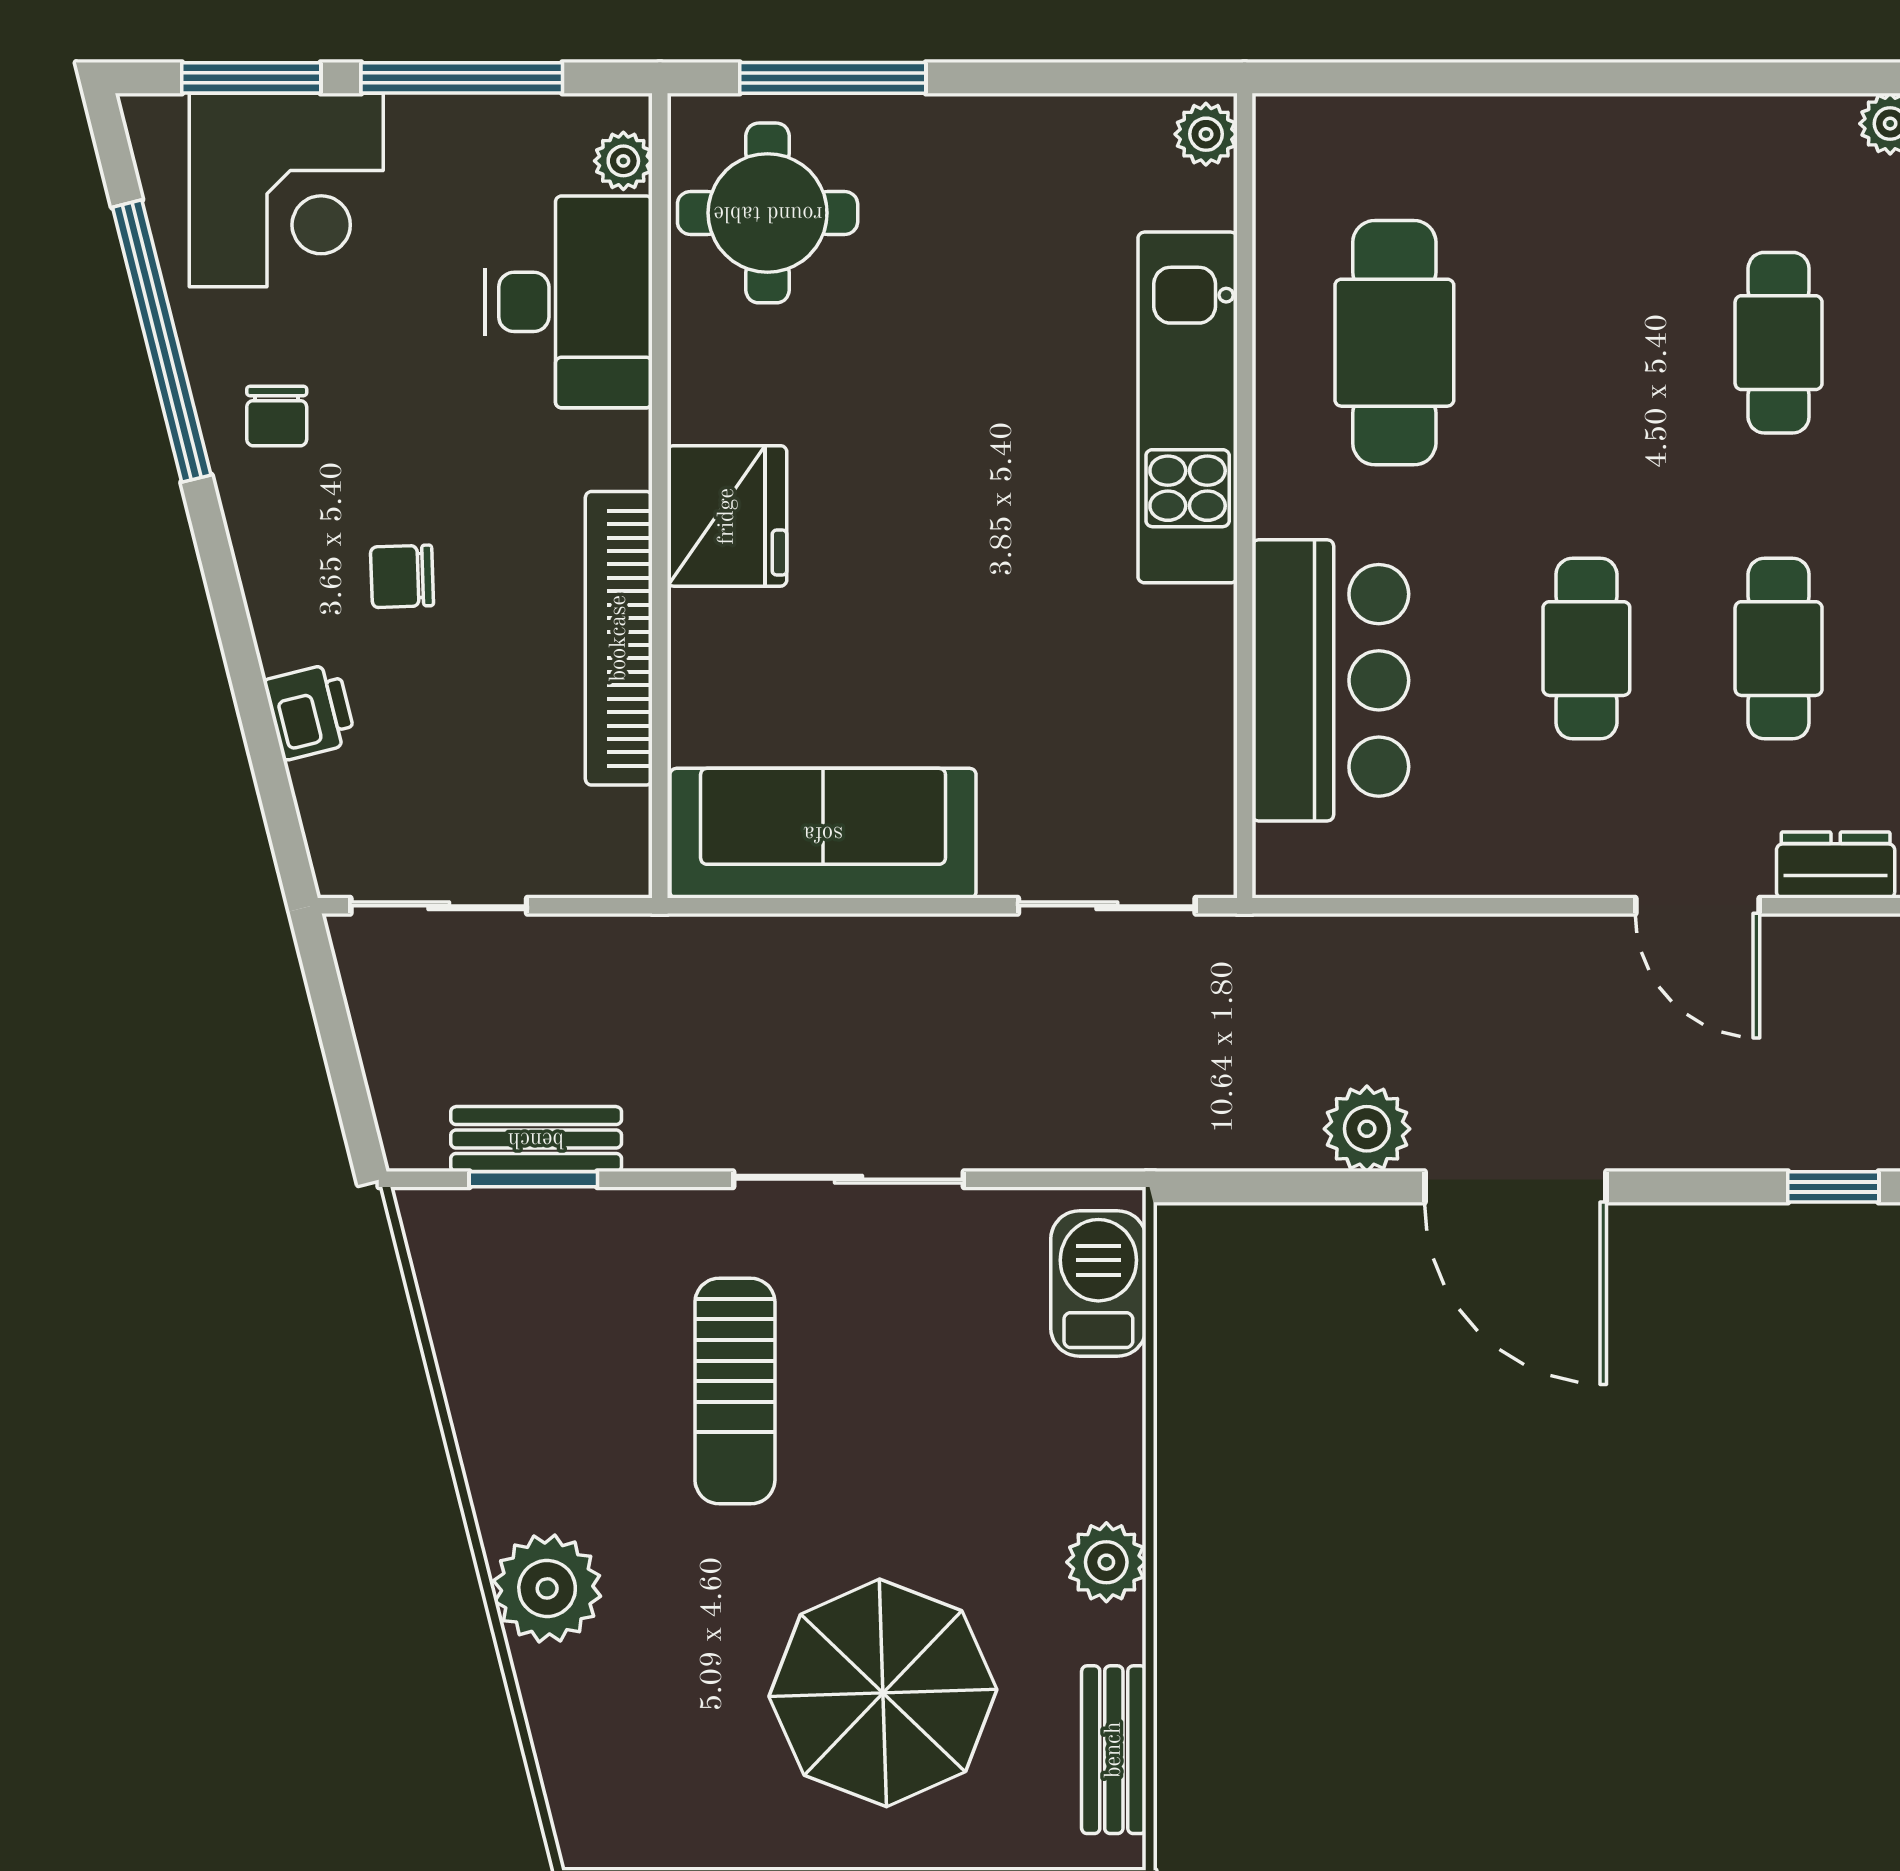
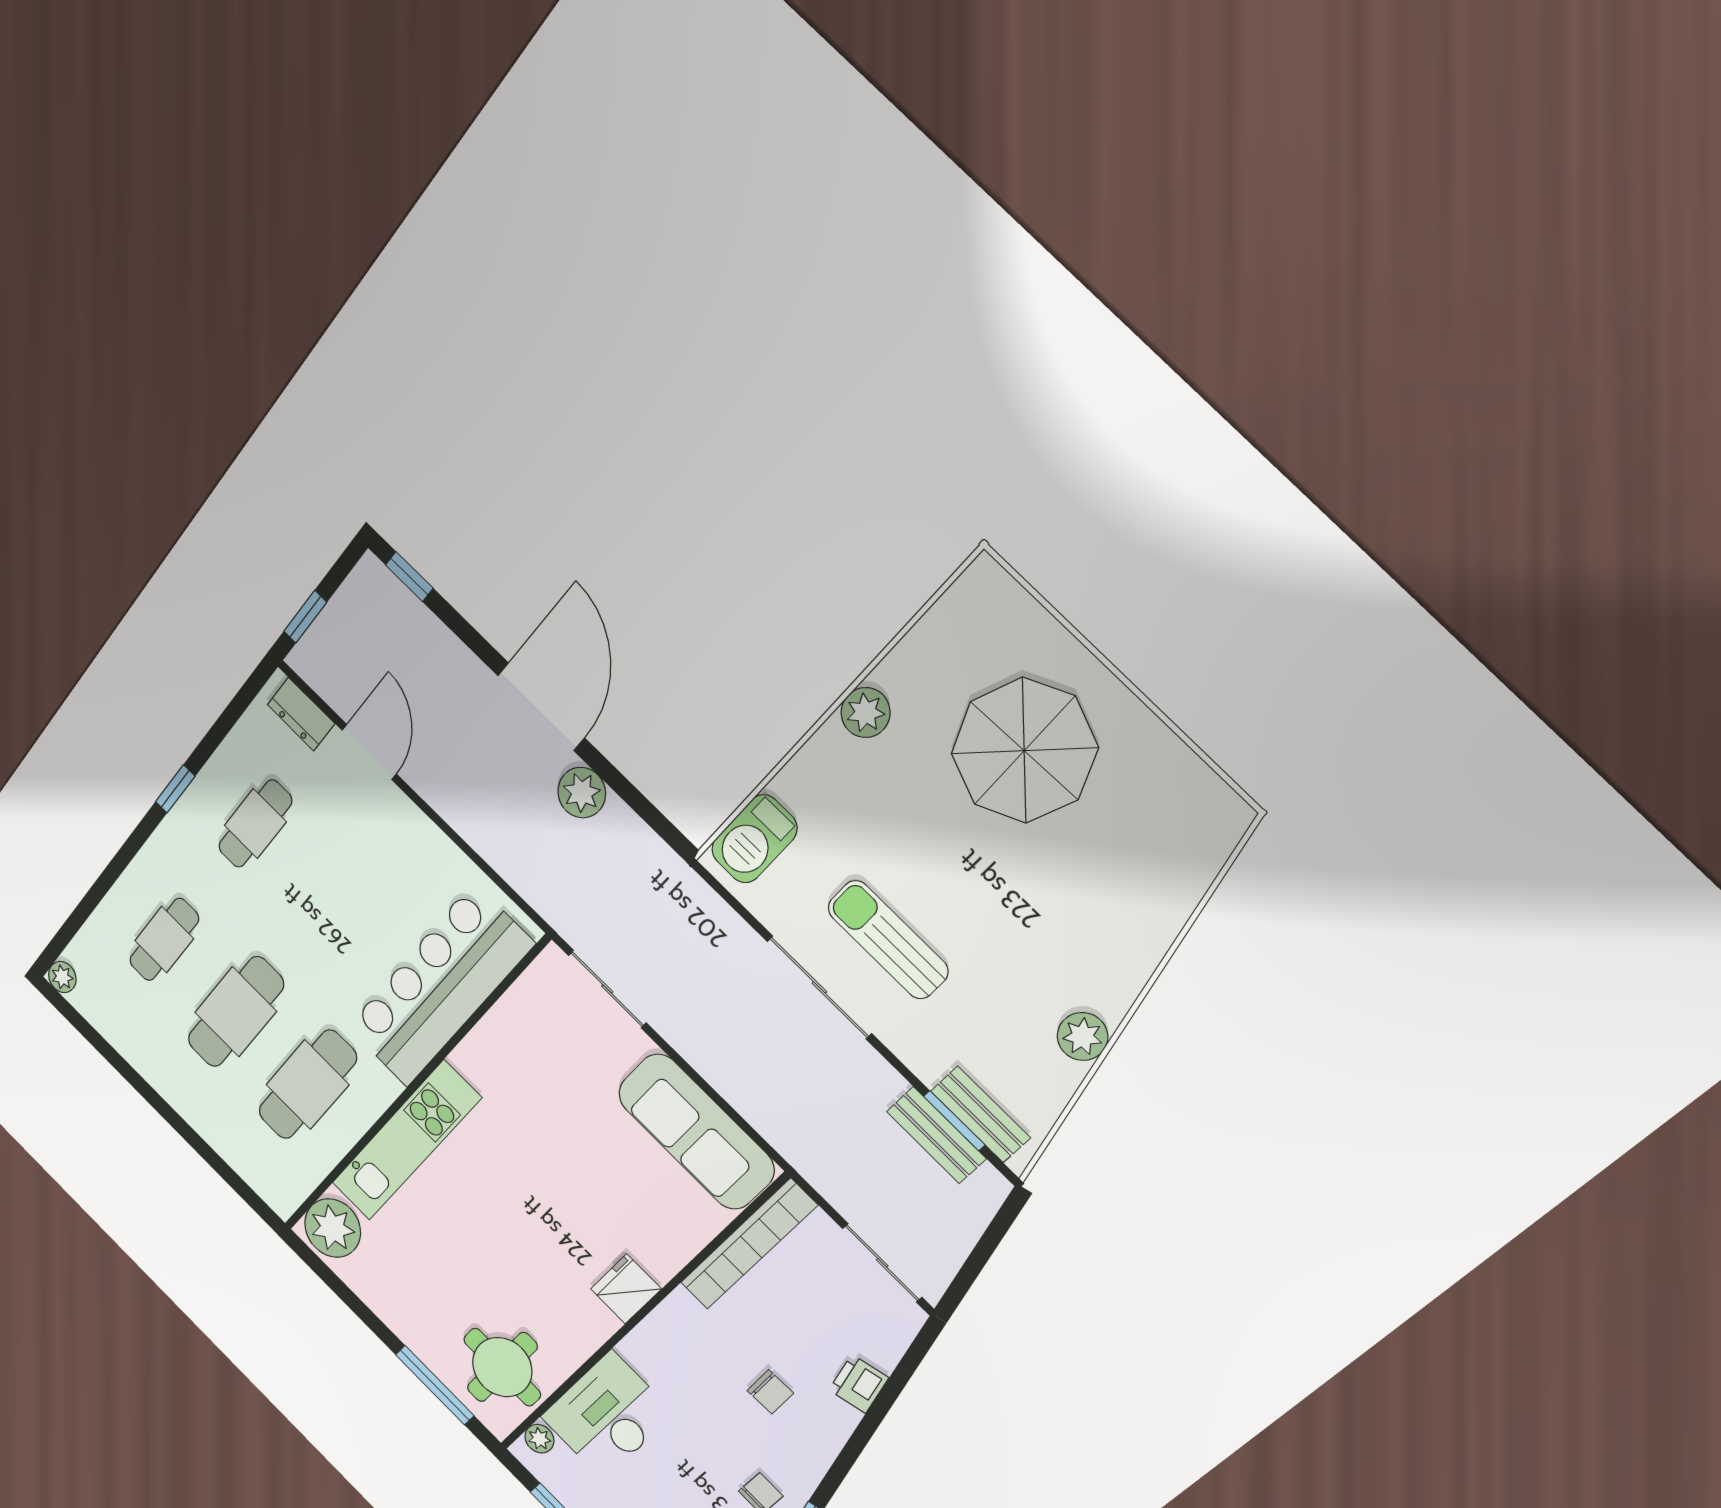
plant: (1206, 134) -> (333, 1228), width x1.88, depth x1.88
fridge: (727, 516) -> (626, 1289), width x0.73, depth x0.75
bookcase: (619, 638) -> (748, 1244), moved
cafe table: (1586, 649) -> (236, 1012), moved, width x1.37, depth x1.35
bar counter: (1330, 680) -> (440, 986), width x1.36
sun lounger: (735, 1391) -> (888, 940), moved, turned -90
plant: (547, 1588) -> (1083, 1037), moved, width x0.73, depth x0.73
bench: (1114, 1750) -> (980, 1114), moved, turned 90

